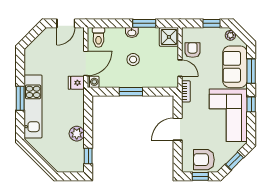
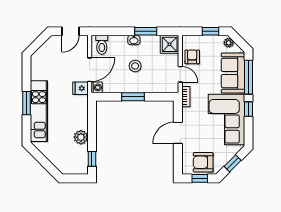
window: (251, 71) -> (249, 77), width x1.44

